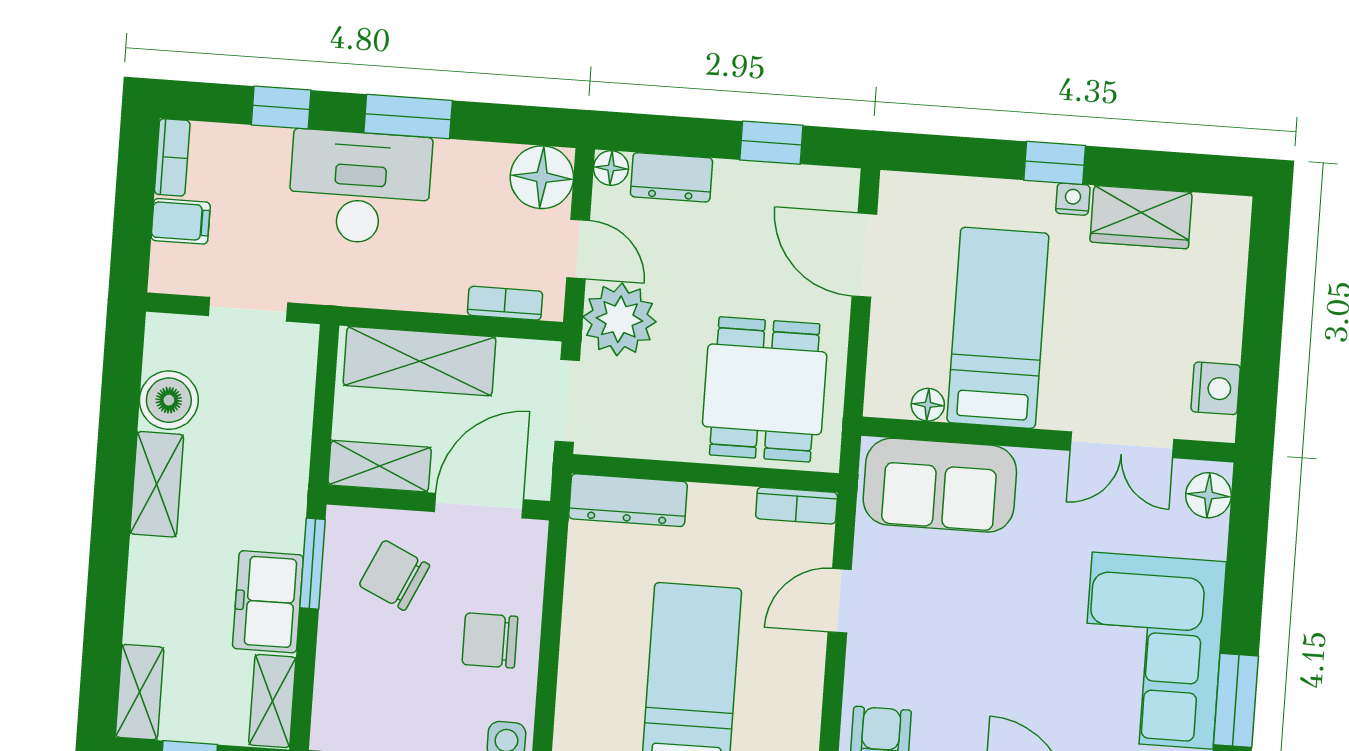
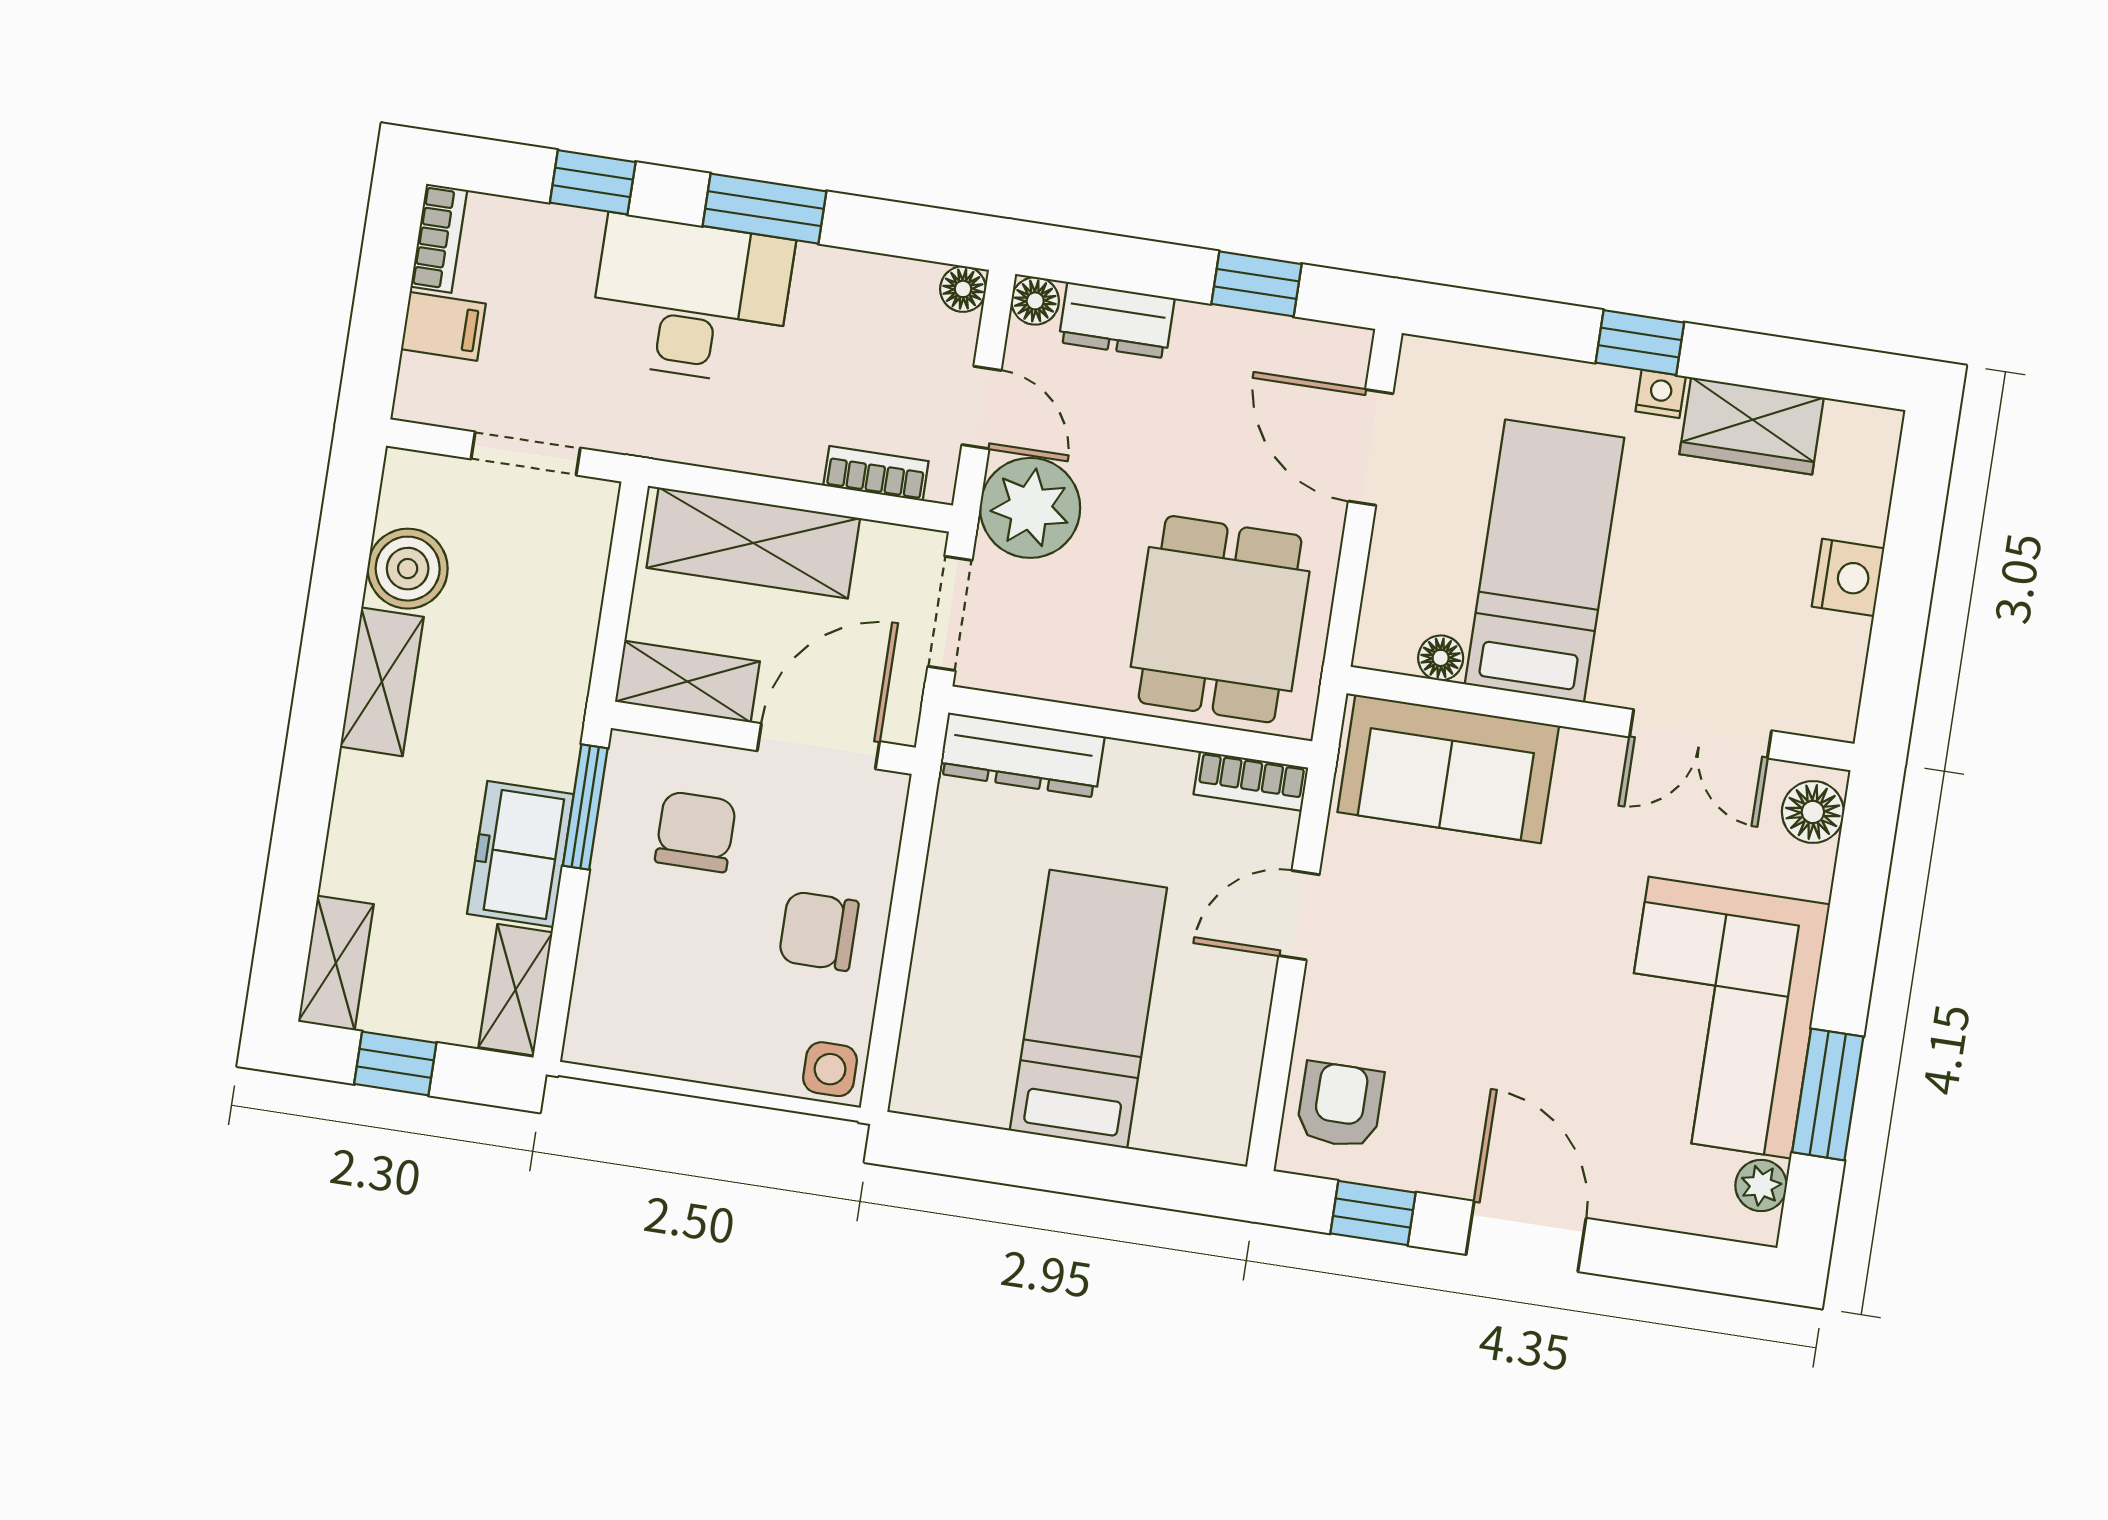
floor lamp: (542, 177) -> (963, 289), width x0.53, depth x0.53
nightstand: (1216, 388) -> (1848, 577), moved
chair: (394, 575) -> (696, 832), turned 65

